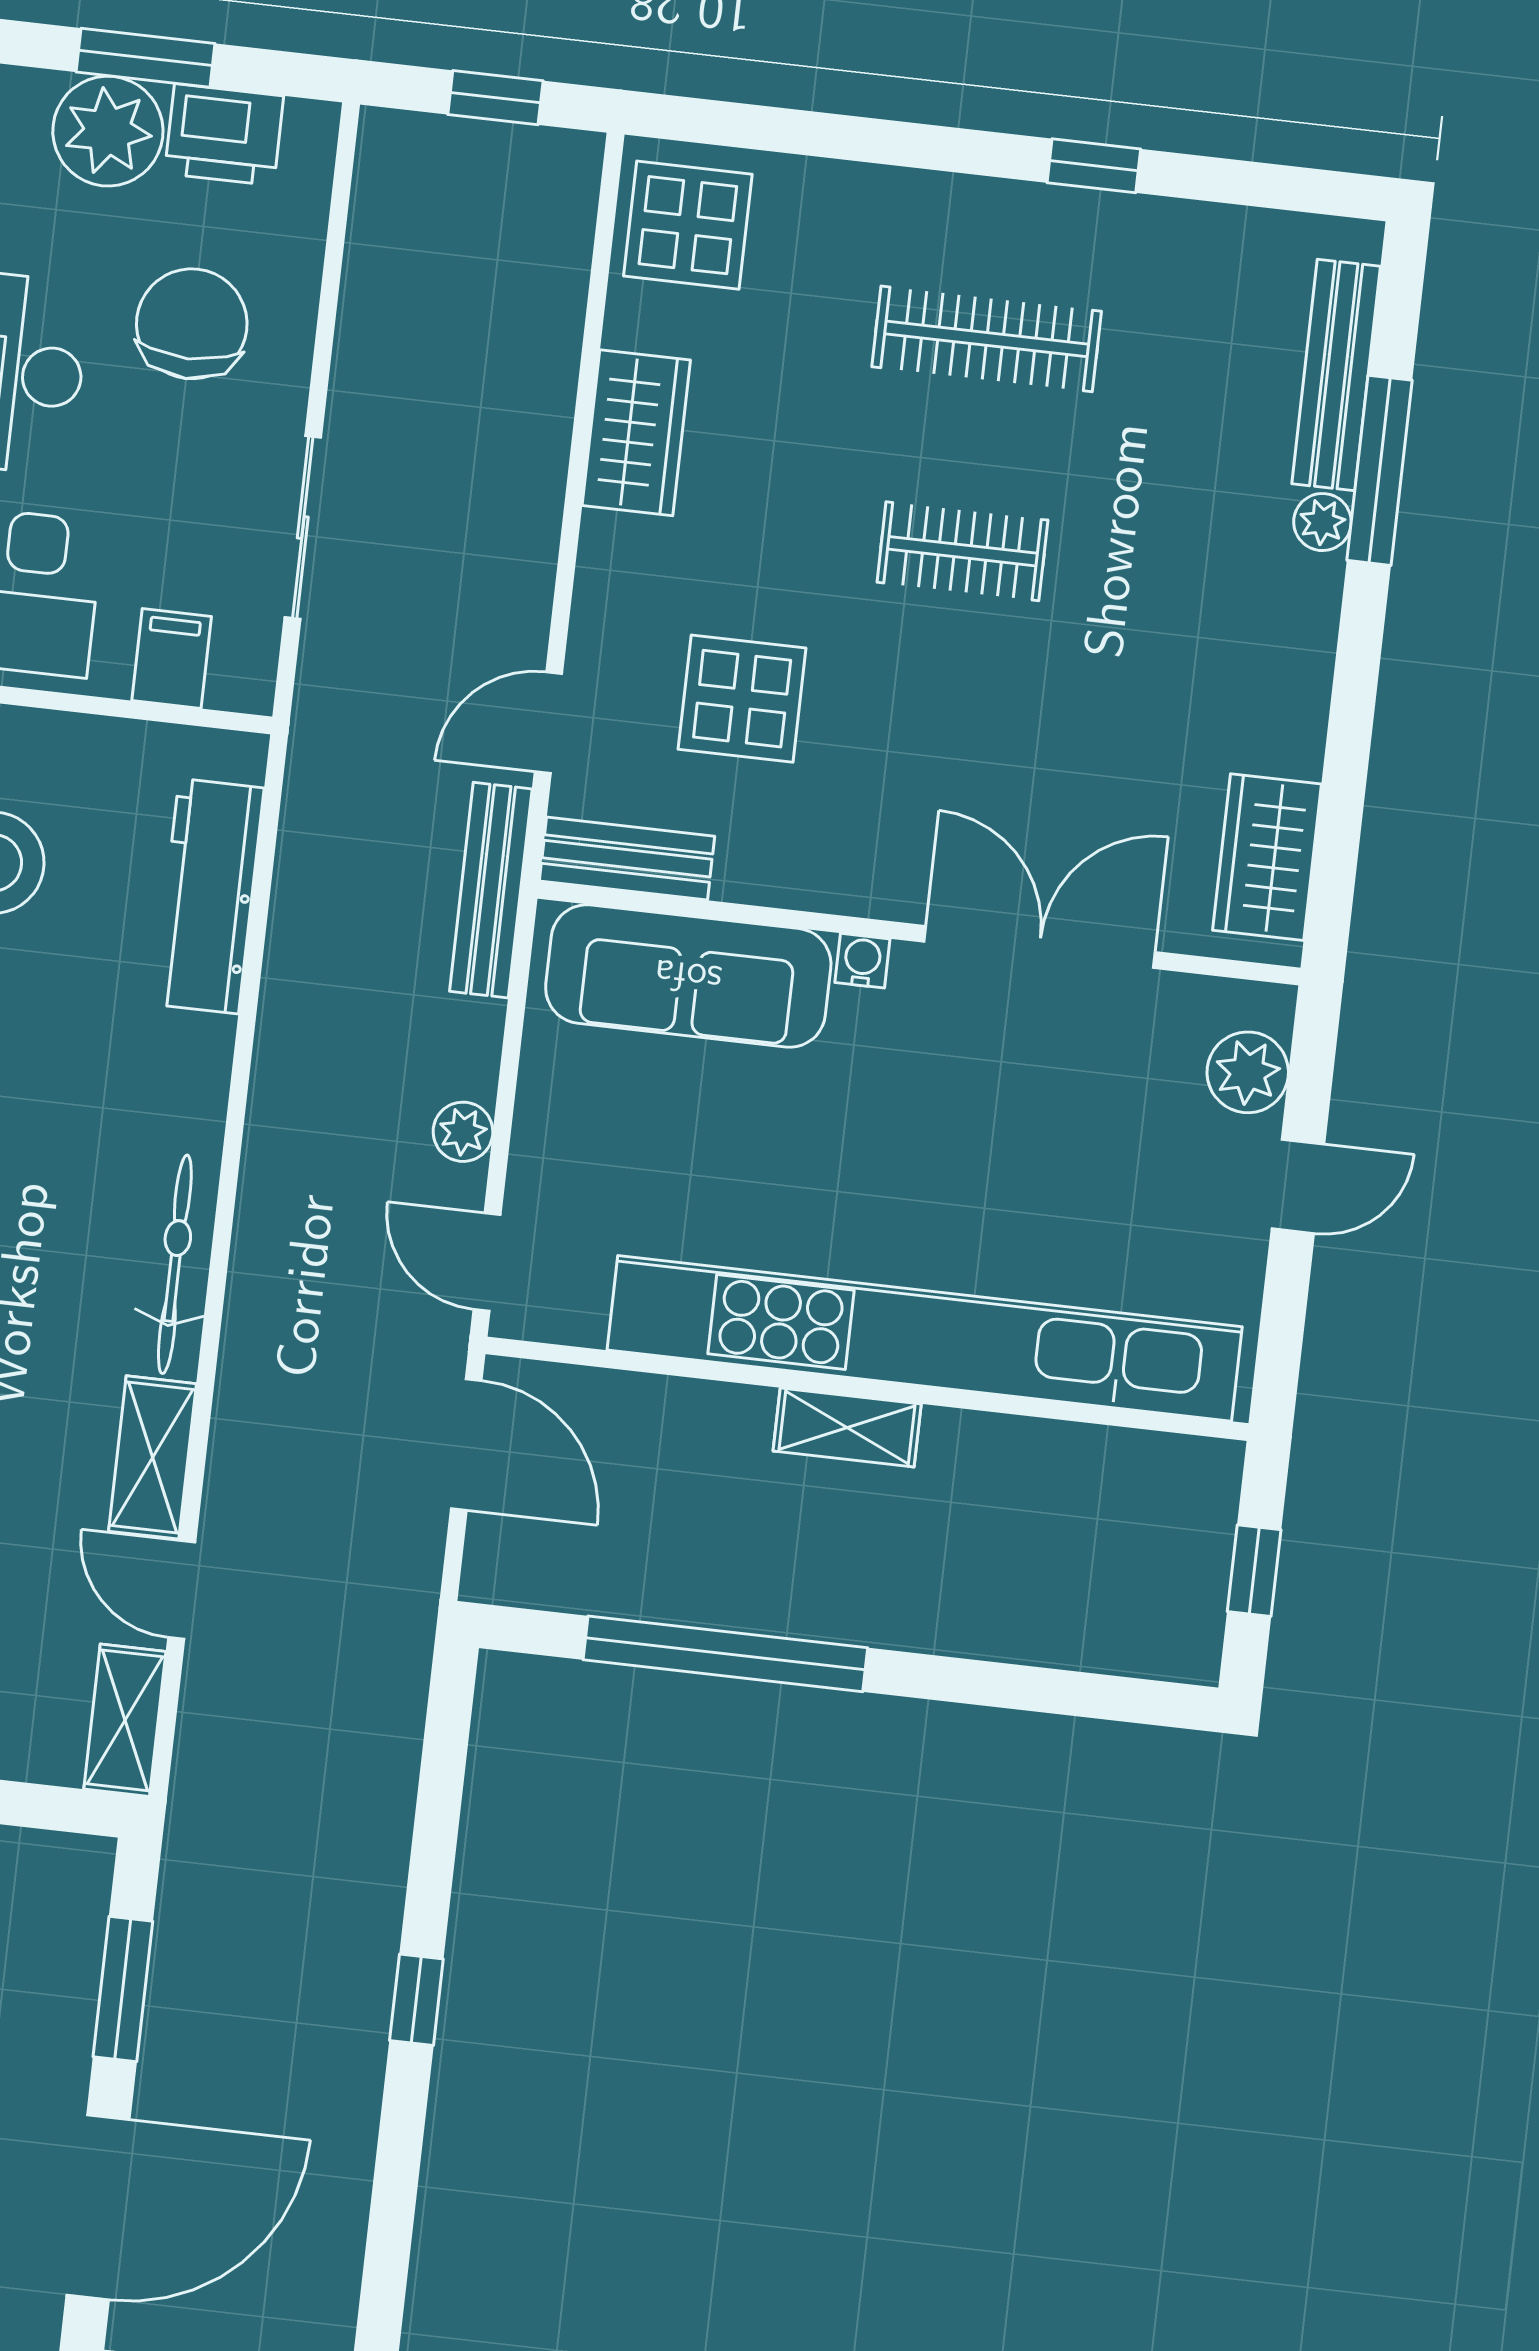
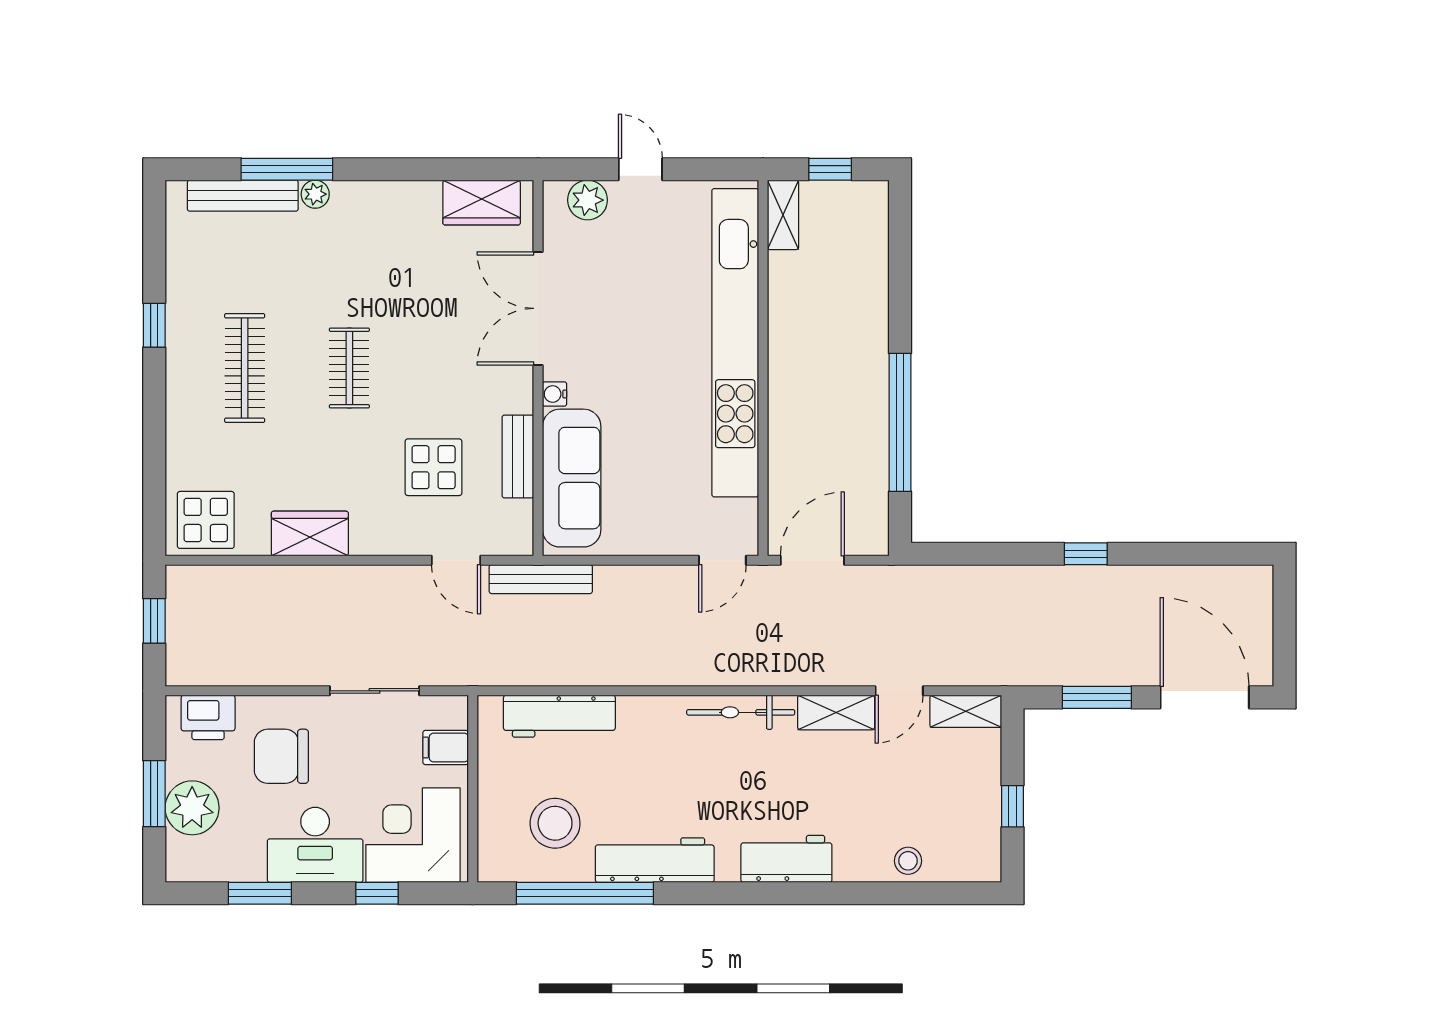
printer: (224, 135) -> (208, 717), moved, turned 90
bench: (627, 859) -> (518, 457), moved
plant: (463, 1132) -> (660, 579), removed
shelving: (847, 1427) -> (783, 215), moved

